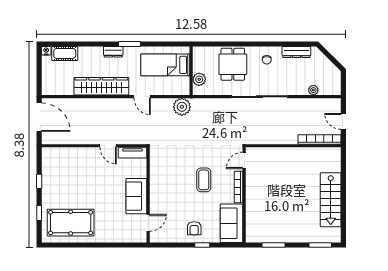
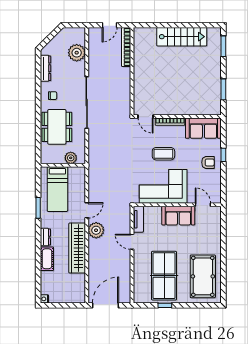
window: (129, 44) -> (38, 208), moved
cot: (65, 53) -> (47, 259), moved
dining table: (233, 64) -> (57, 127), width x1.38
plant: (313, 90) -> (77, 53), width x1.88, depth x1.88
plant: (182, 107) -> (96, 230), moved
door: (108, 146) -> (132, 242), swing flipped
corner sofa: (168, 180) -> (163, 186), added
table tennis table: (71, 181) -> (164, 276), added
window: (39, 213) -> (194, 305), removed

